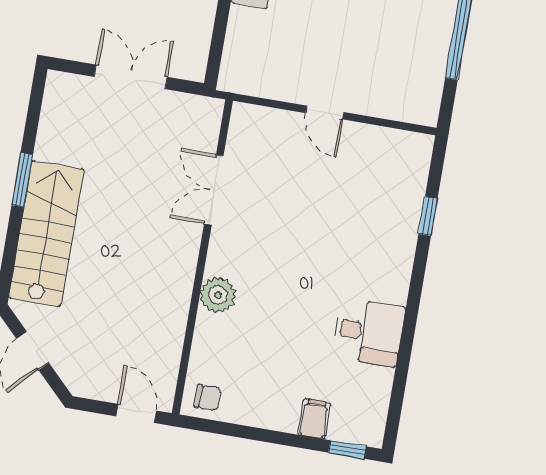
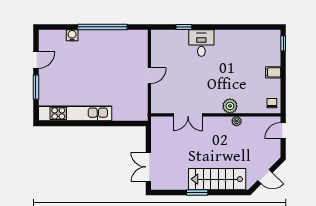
double door: (131, 77) -> (148, 167), moved
plant: (178, 305) -> (237, 121), added
desk: (368, 332) -> (201, 43), moved
filing cabinet: (314, 419) -> (273, 72), moved

